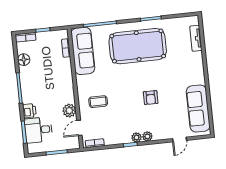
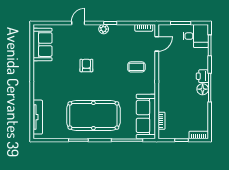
tv unit: (196, 38) -> (38, 117), width x1.41
floor lamp: (24, 60) -> (203, 89), moved
sofa: (198, 109) -> (42, 45), width x0.73
printer: (29, 111) -> (202, 76), moved
plant: (69, 111) -> (165, 61), removed
desk: (38, 130) -> (196, 36), moved
plant: (147, 136) -> (93, 29), removed
door: (180, 139) -> (78, 23), moved

